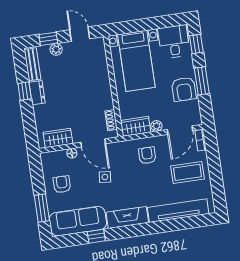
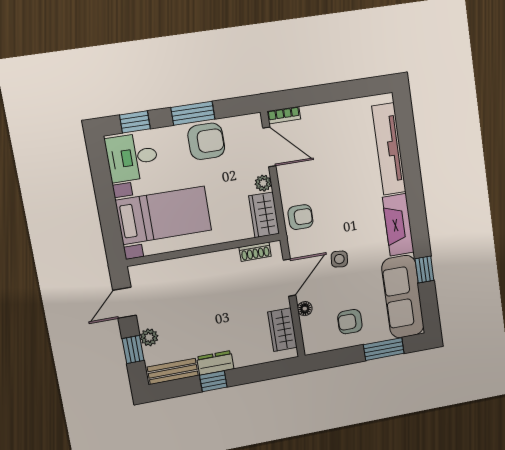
armchair: (147, 155) -> (300, 217), moved, turned 180
coffee table: (187, 172) -> (333, 135), removed

